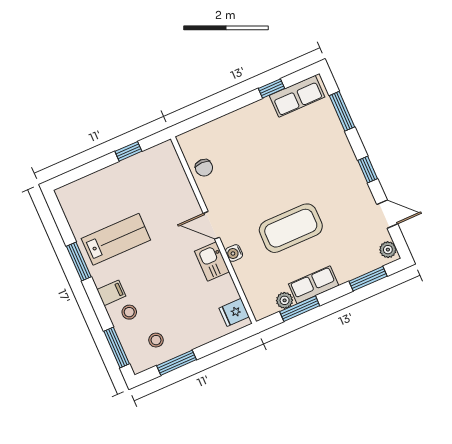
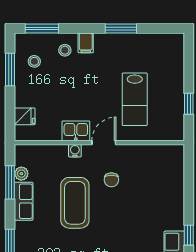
chair: (204, 168) -> (111, 180), moved, turned -90
lab bench: (116, 239) -> (135, 99), moved
fridge: (234, 312) -> (25, 116), moved, turned 90

